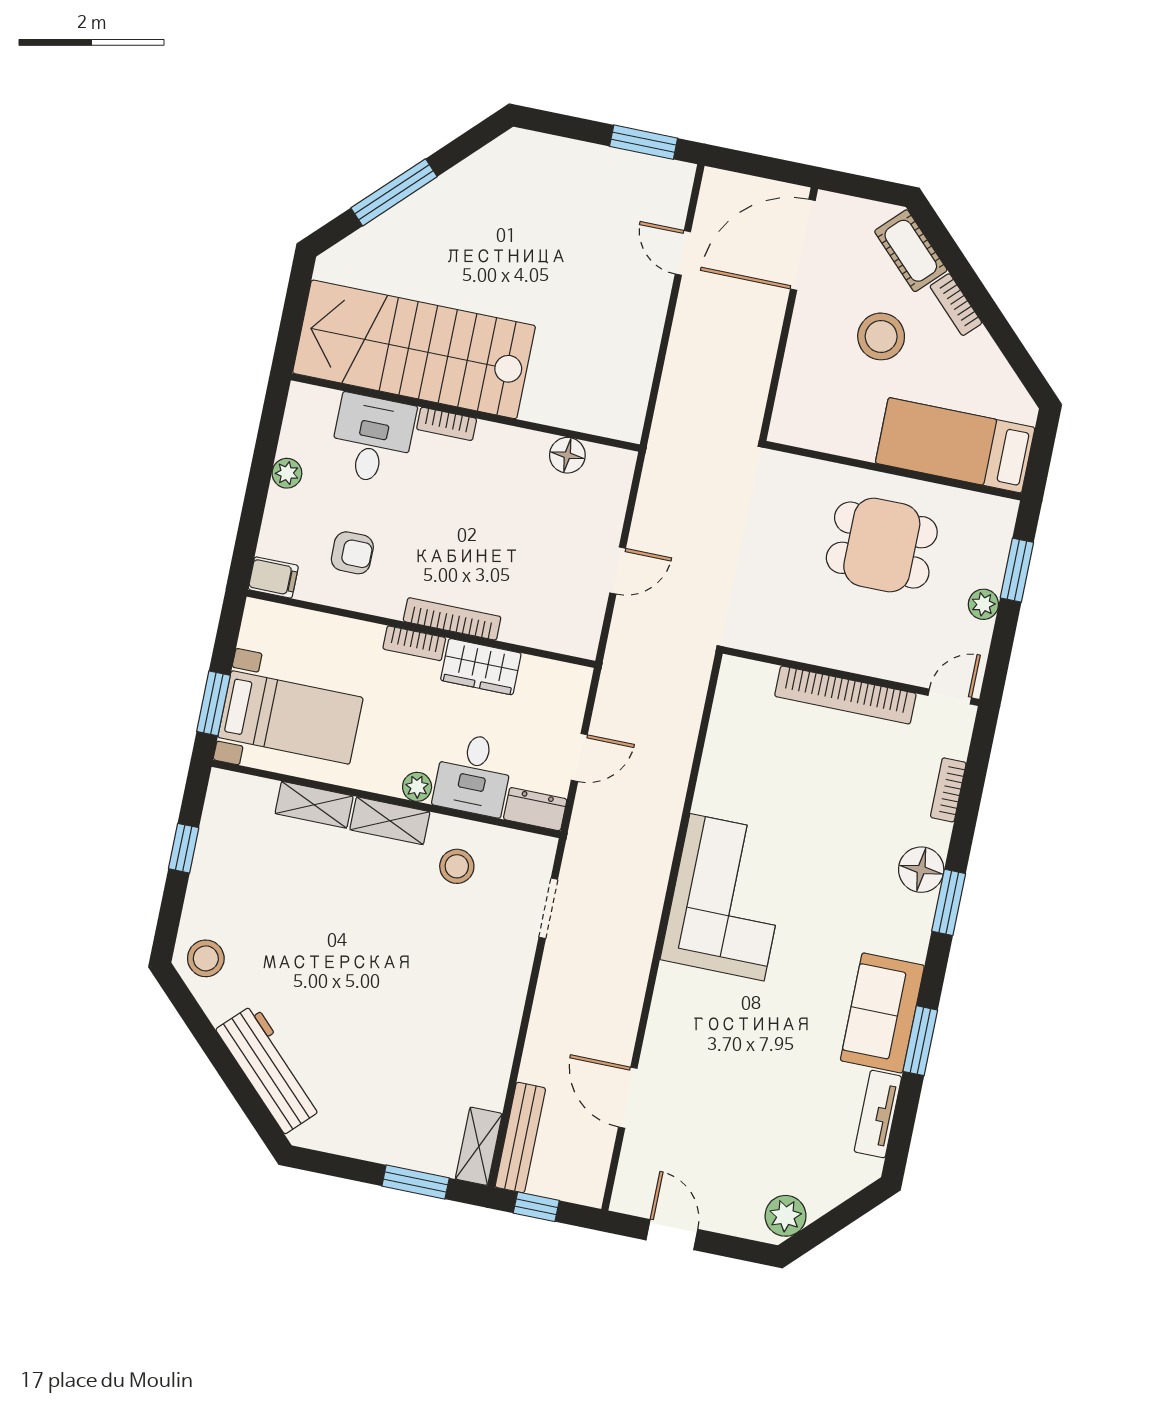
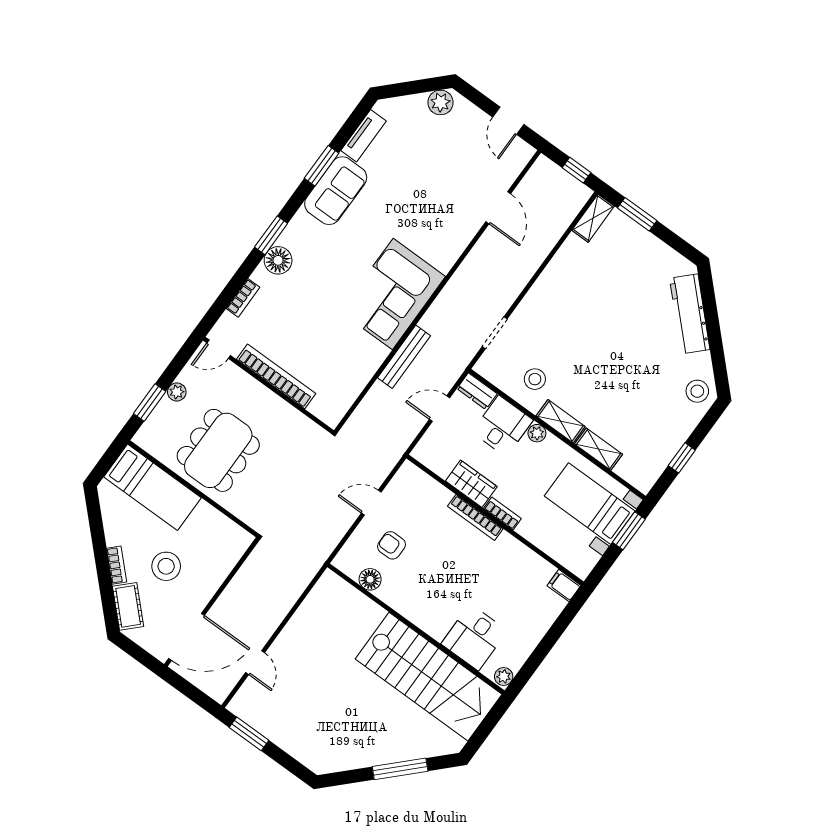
bookcase: (447, 424) -> (429, 627), removed
plant: (287, 473) -> (504, 676), moved
dining table: (882, 545) -> (218, 450), width x1.38
armchair: (352, 553) -> (391, 545), moved
bench: (520, 1138) -> (404, 357), moved

